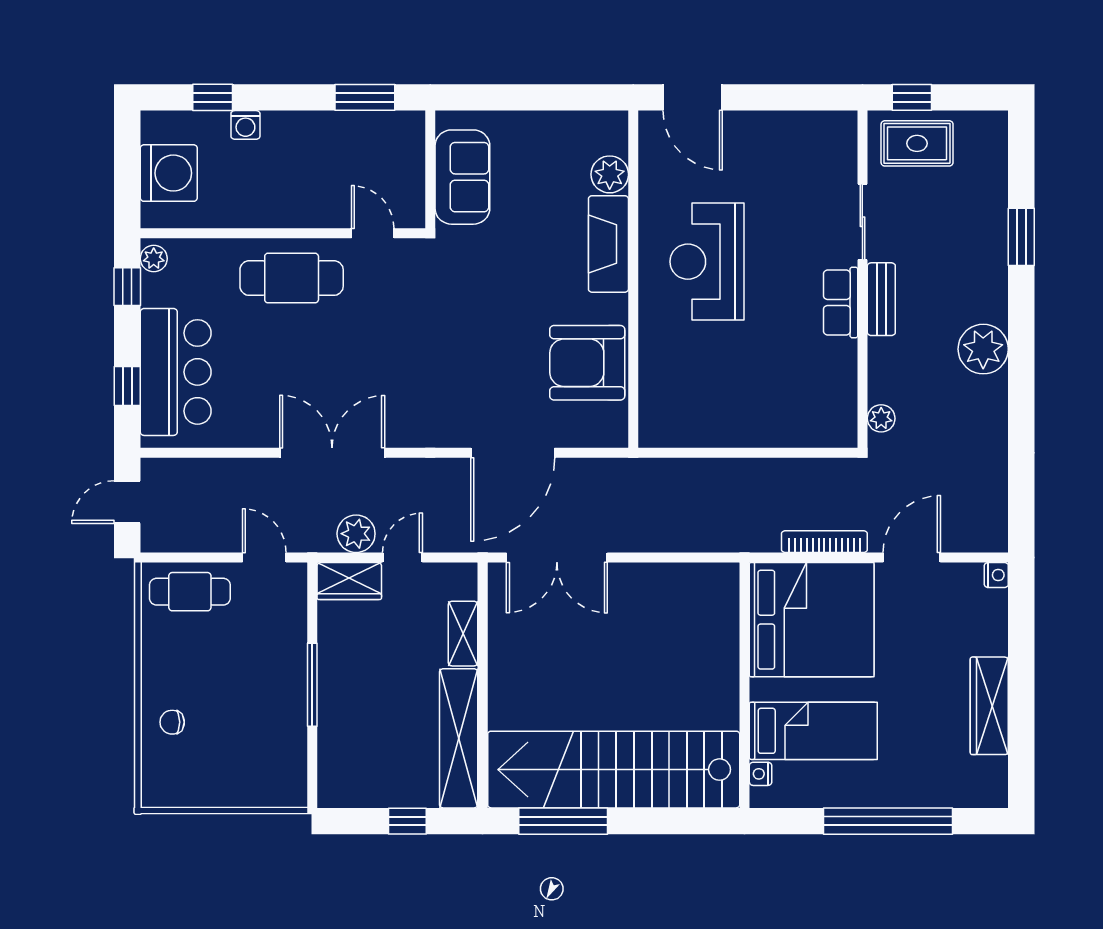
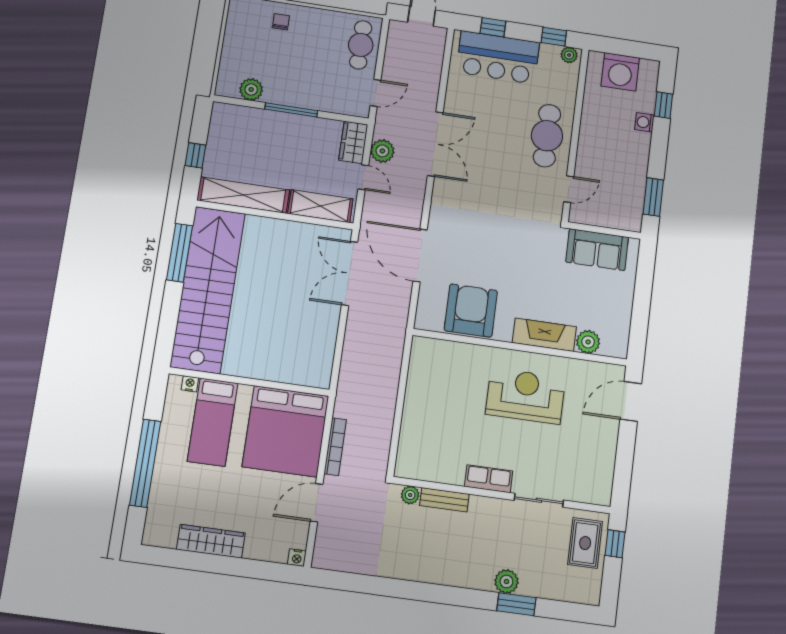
bench: (881, 299) -> (444, 500), moved
plant: (983, 349) -> (506, 582), moved, width x0.73, depth x0.73
door: (912, 557) -> (317, 503), swing flipped
shelving: (463, 634) -> (320, 206), width x1.50, depth x1.33
plant: (289, 752) -> (251, 89), added

